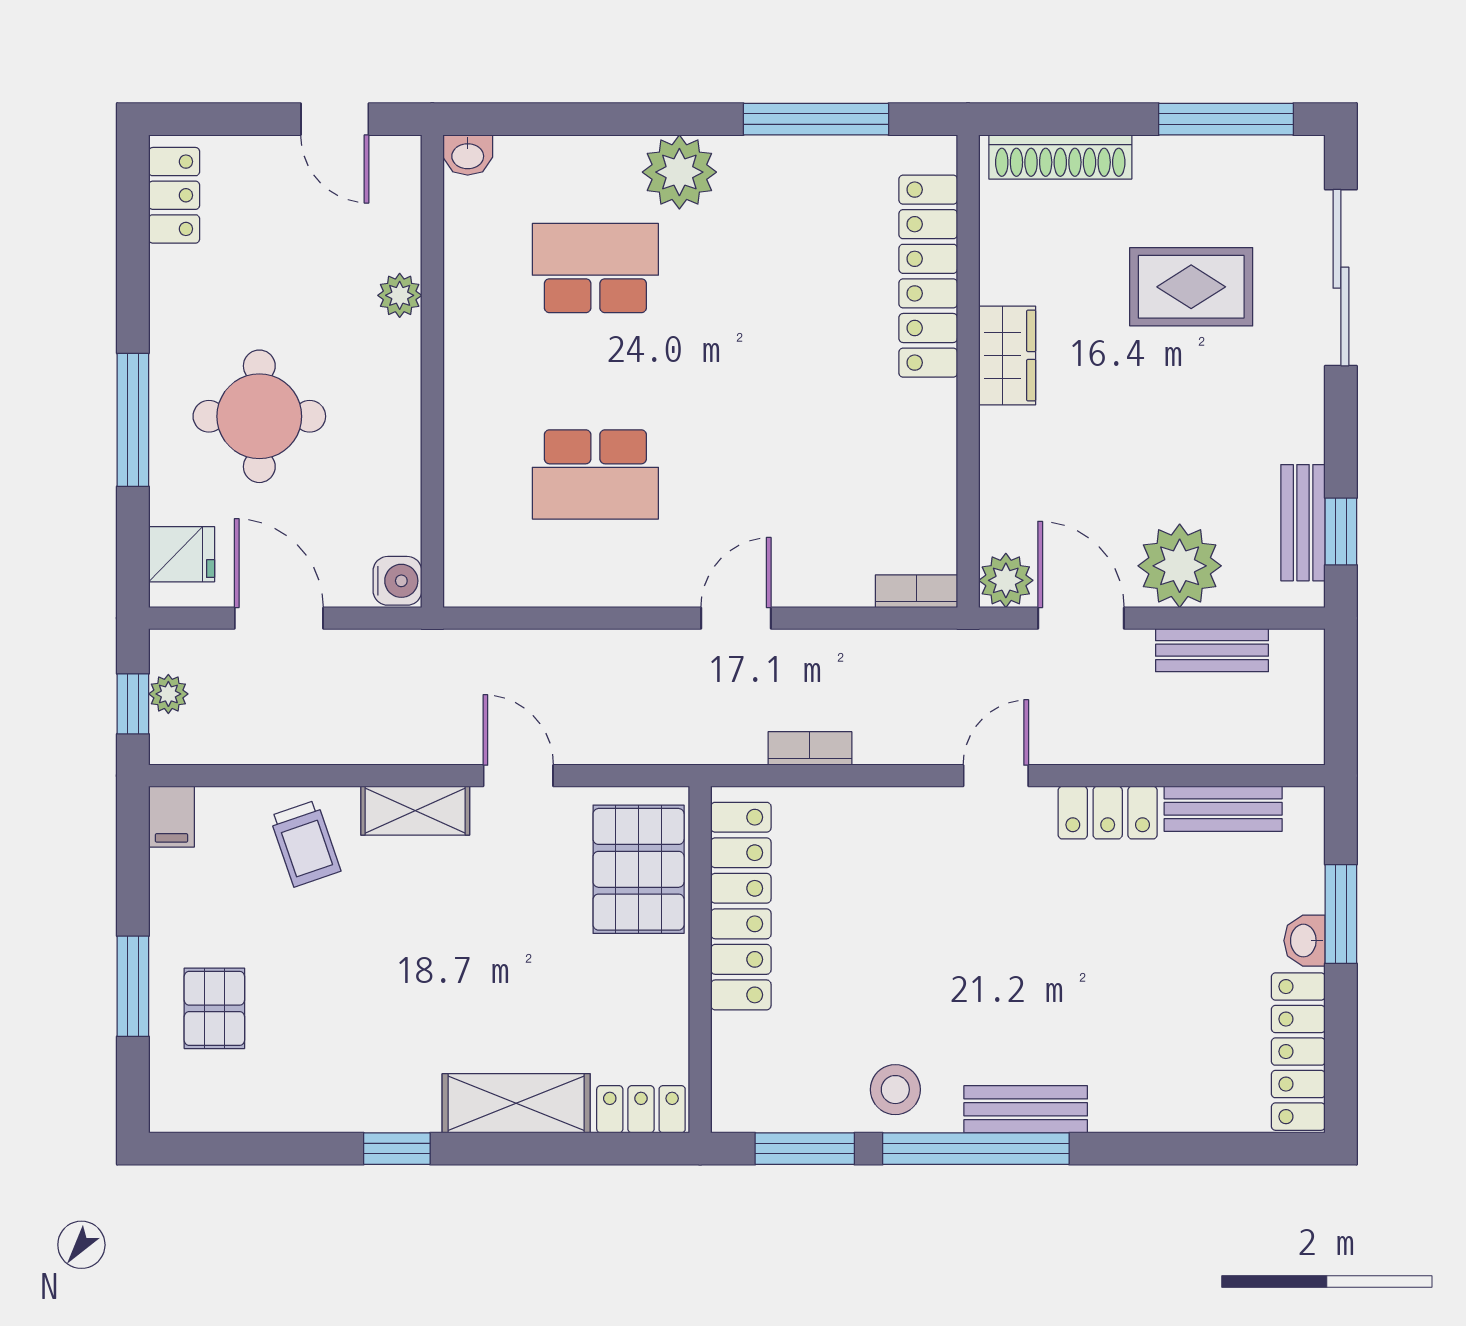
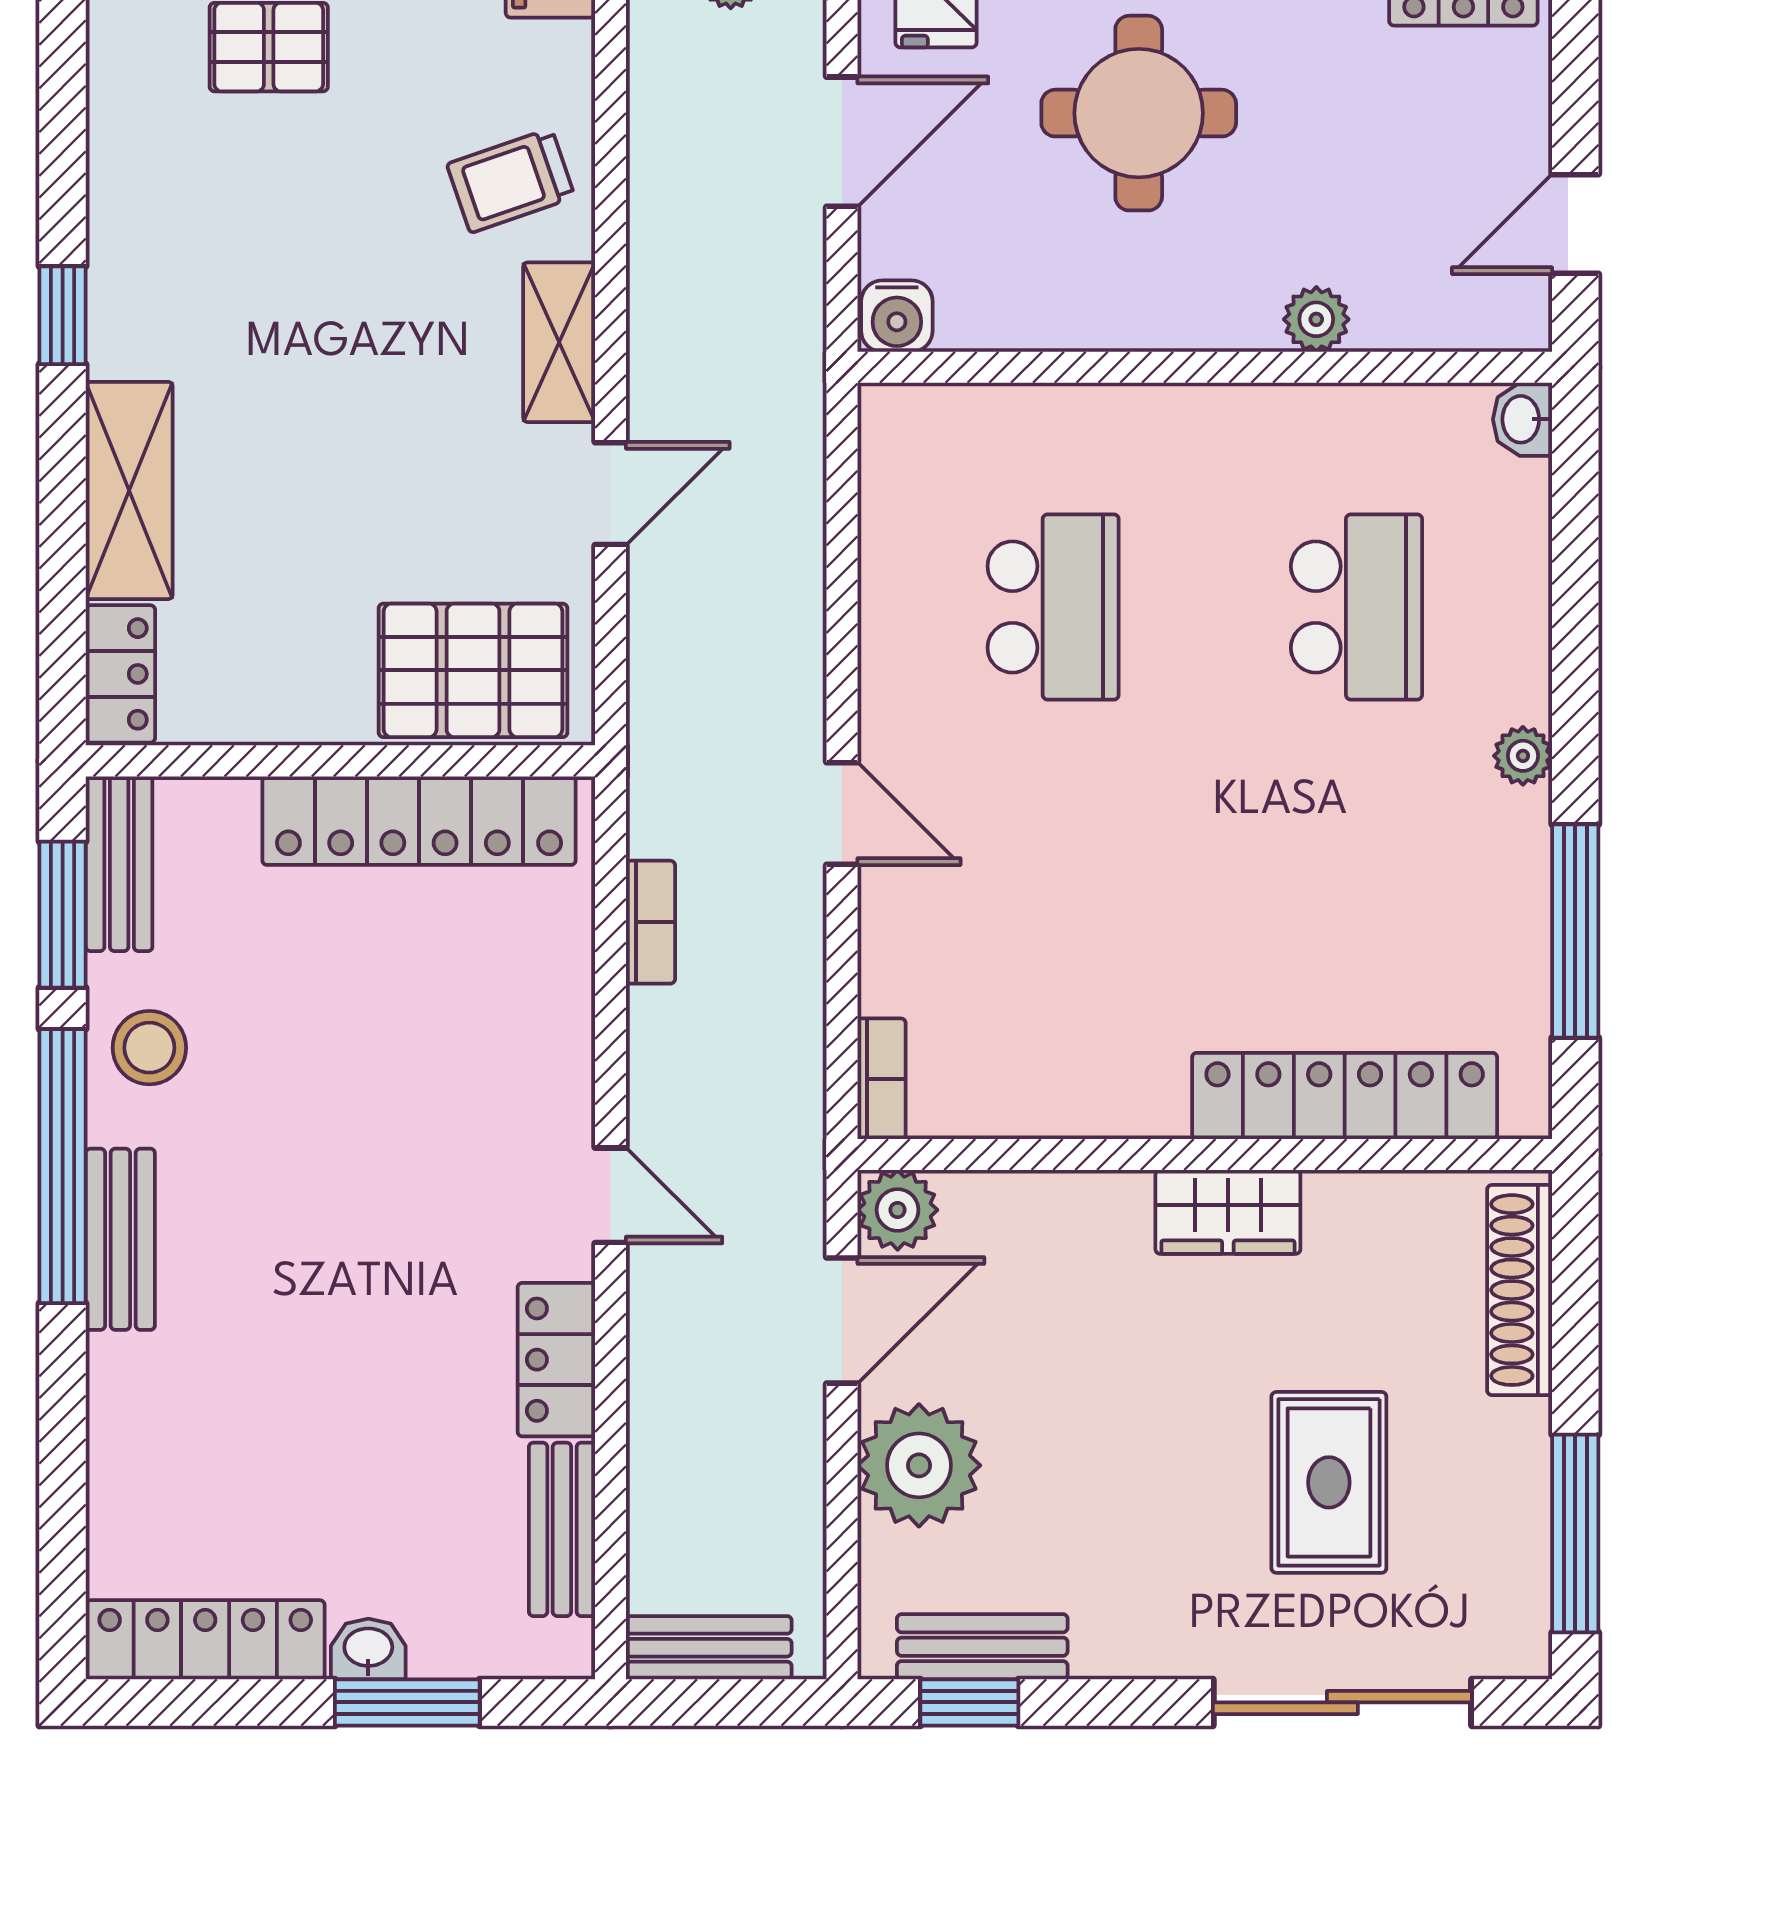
plant: (679, 172) -> (1523, 756), width x0.53, depth x0.53
school desk: (595, 474) -> (1053, 607), turned 180
bench: (1212, 650) -> (709, 1648), moved, turned 90
bench: (770, 1110) -> (119, 864), added

